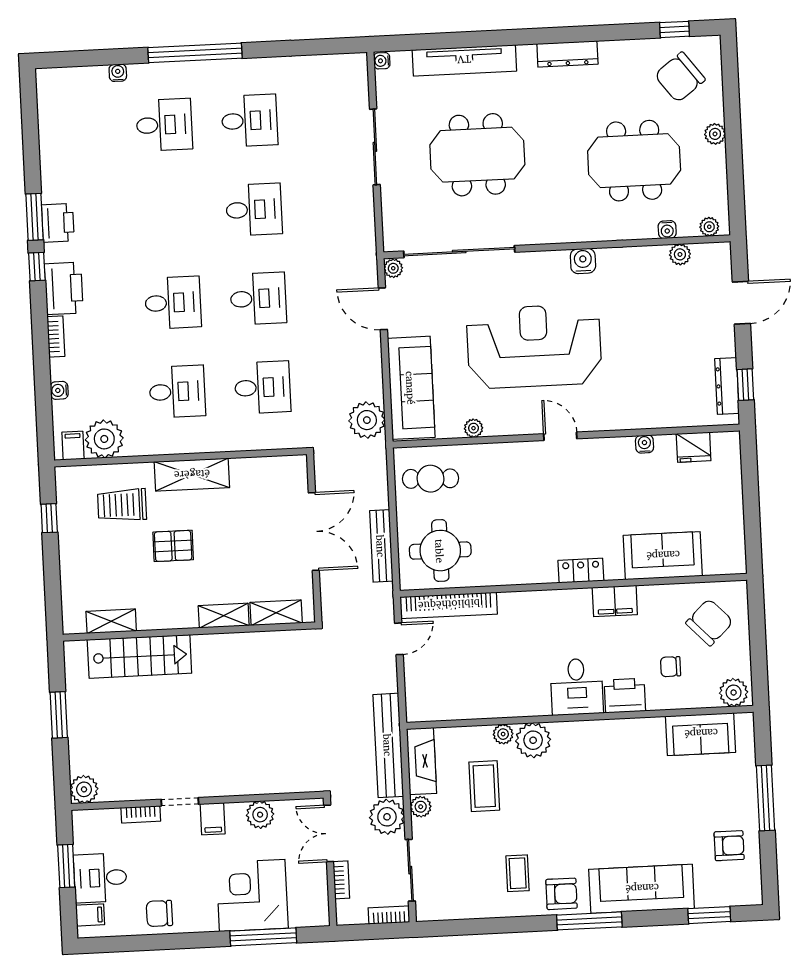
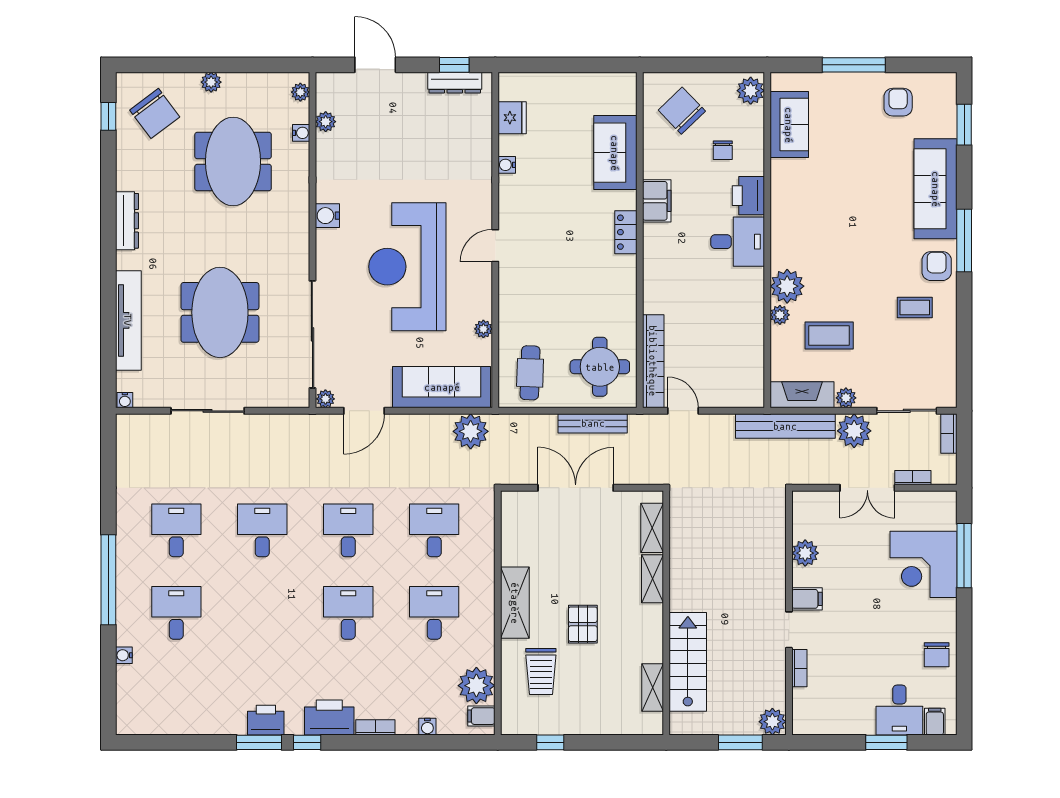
plant: (84, 789) -> (772, 722), moved
wall: (197, 801) -> (789, 613), moved
doorway: (180, 802) -> (789, 630), moved
bookcase: (141, 814) -> (799, 668), moved
plant: (260, 815) -> (805, 553), moved
filing cabinet: (213, 819) -> (807, 599), moved

